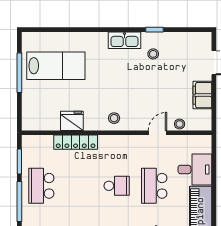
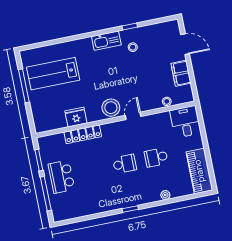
lab bench: (56, 66) -> (53, 74), turned 180
stool: (114, 118) -> (111, 108), width x1.89, depth x1.89
door: (158, 133) -> (133, 116), moved
desk: (195, 169) -> (185, 122), moved, turned -90
school desk: (154, 186) -> (156, 157), width x0.54

